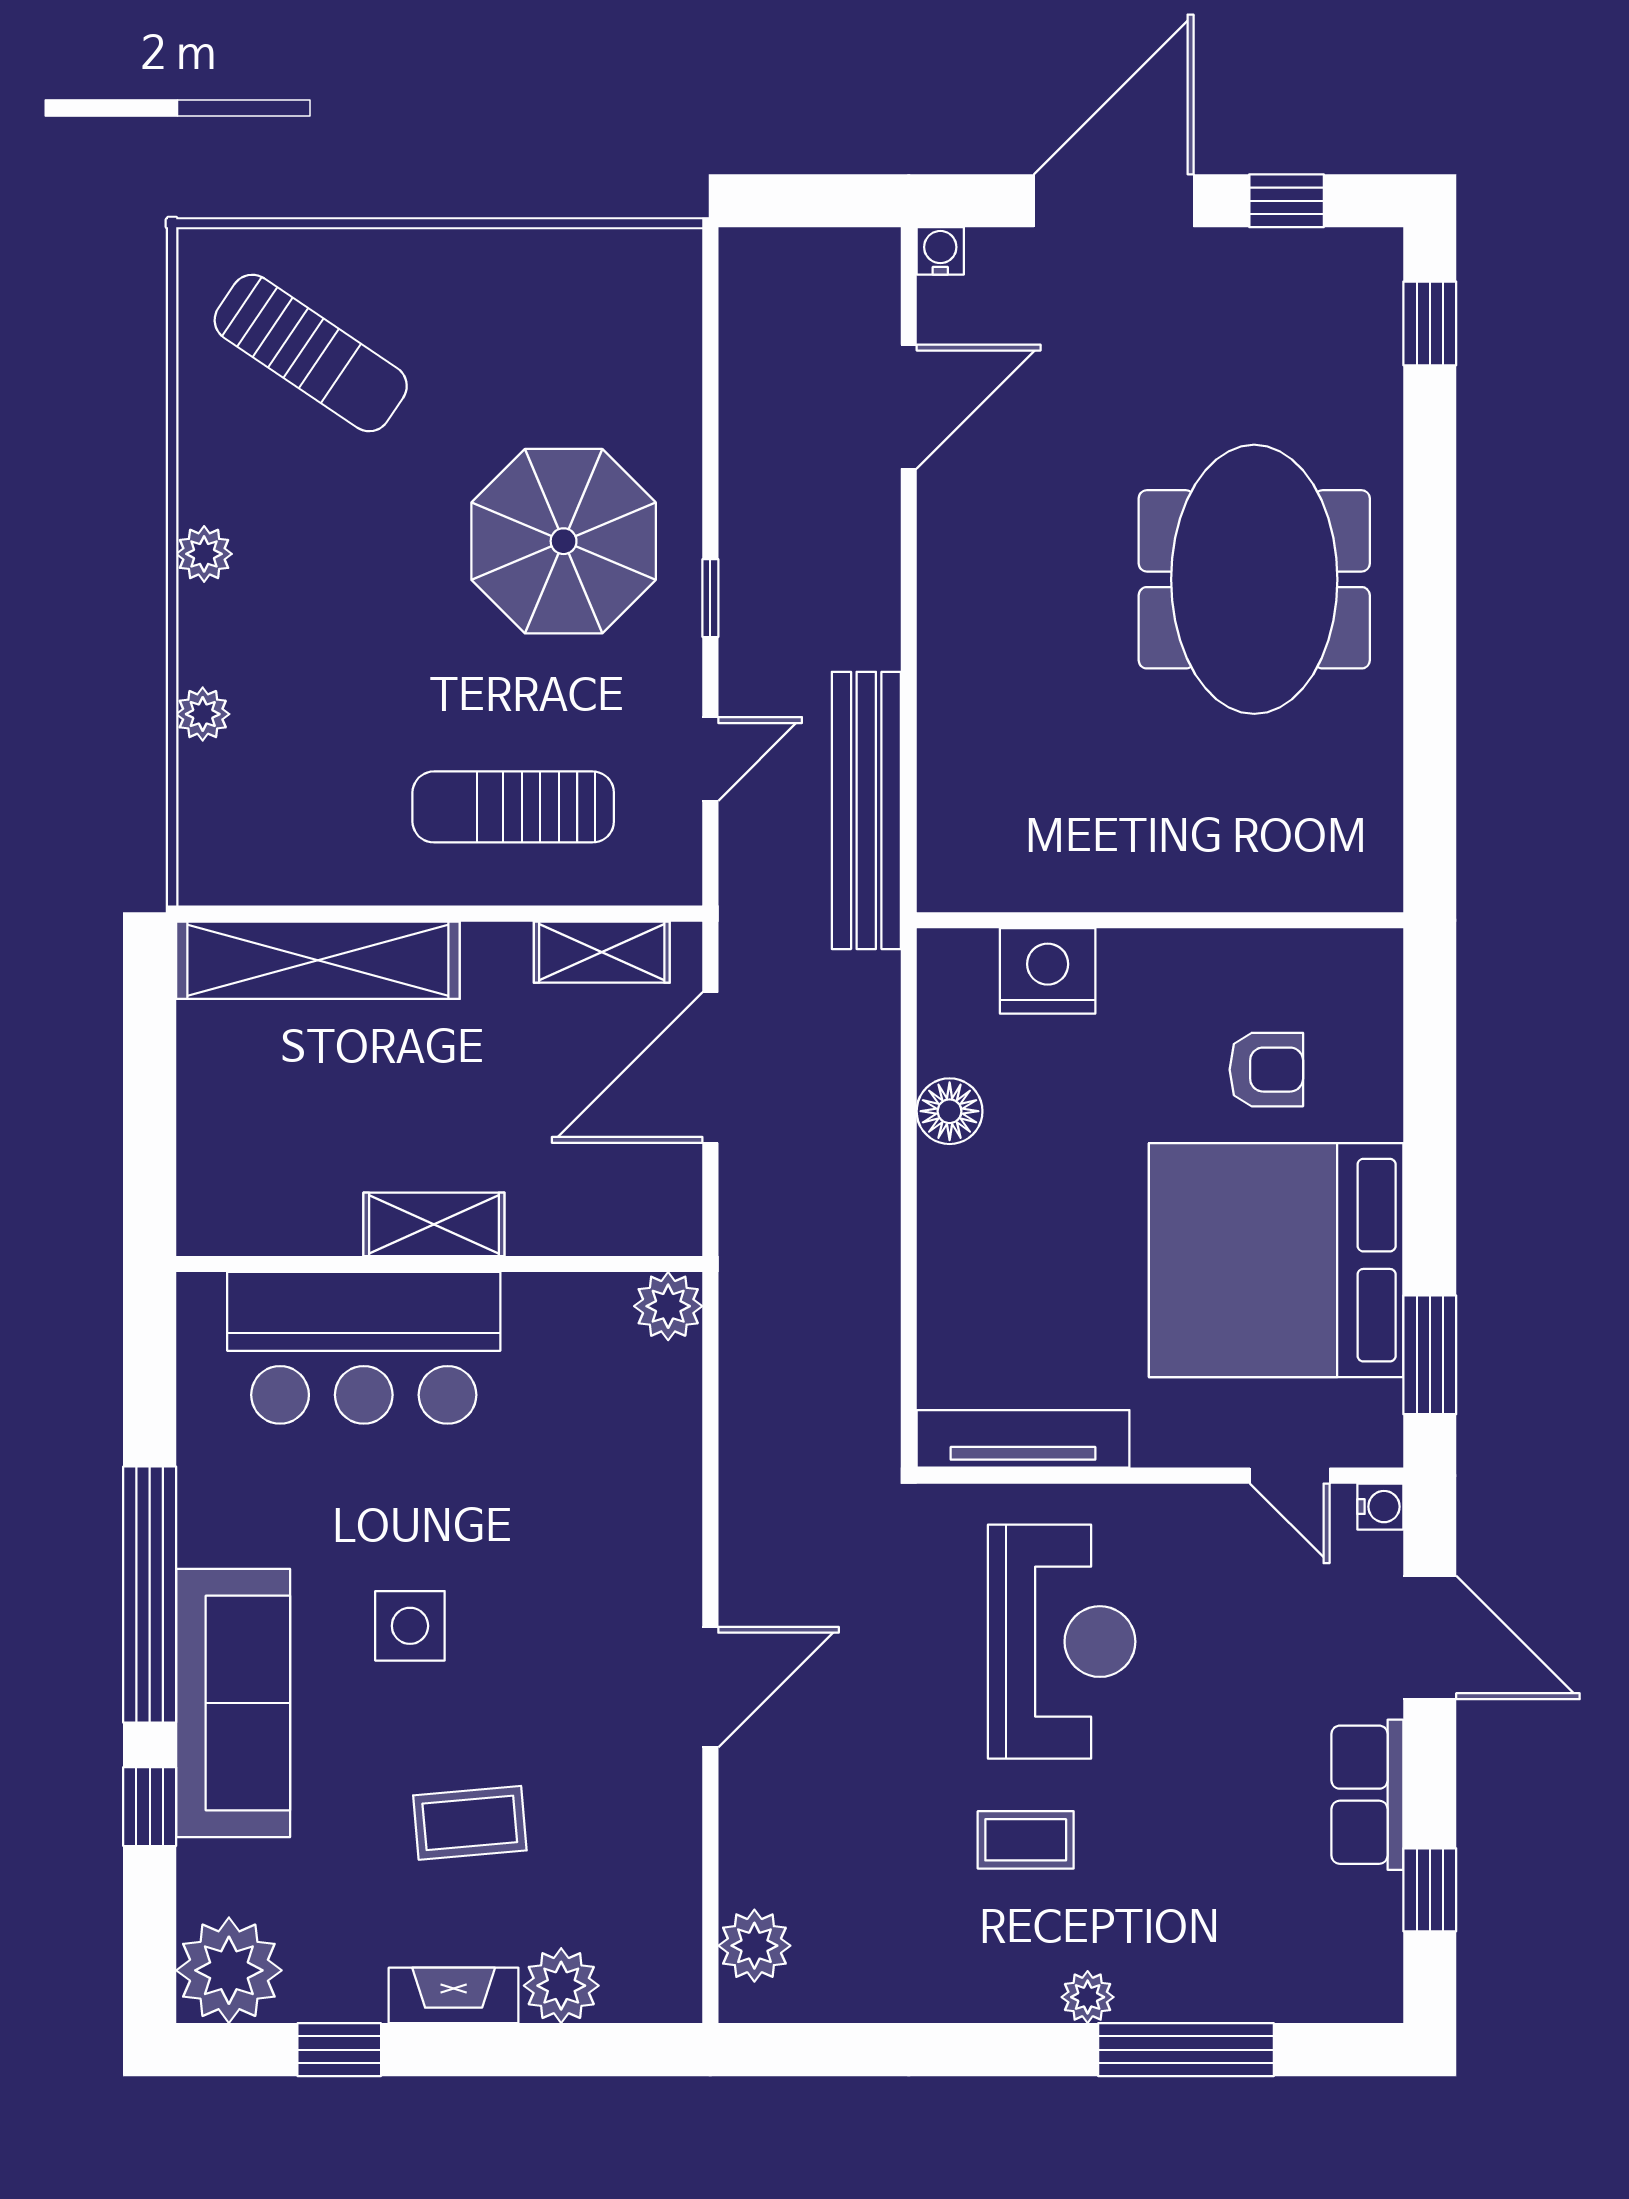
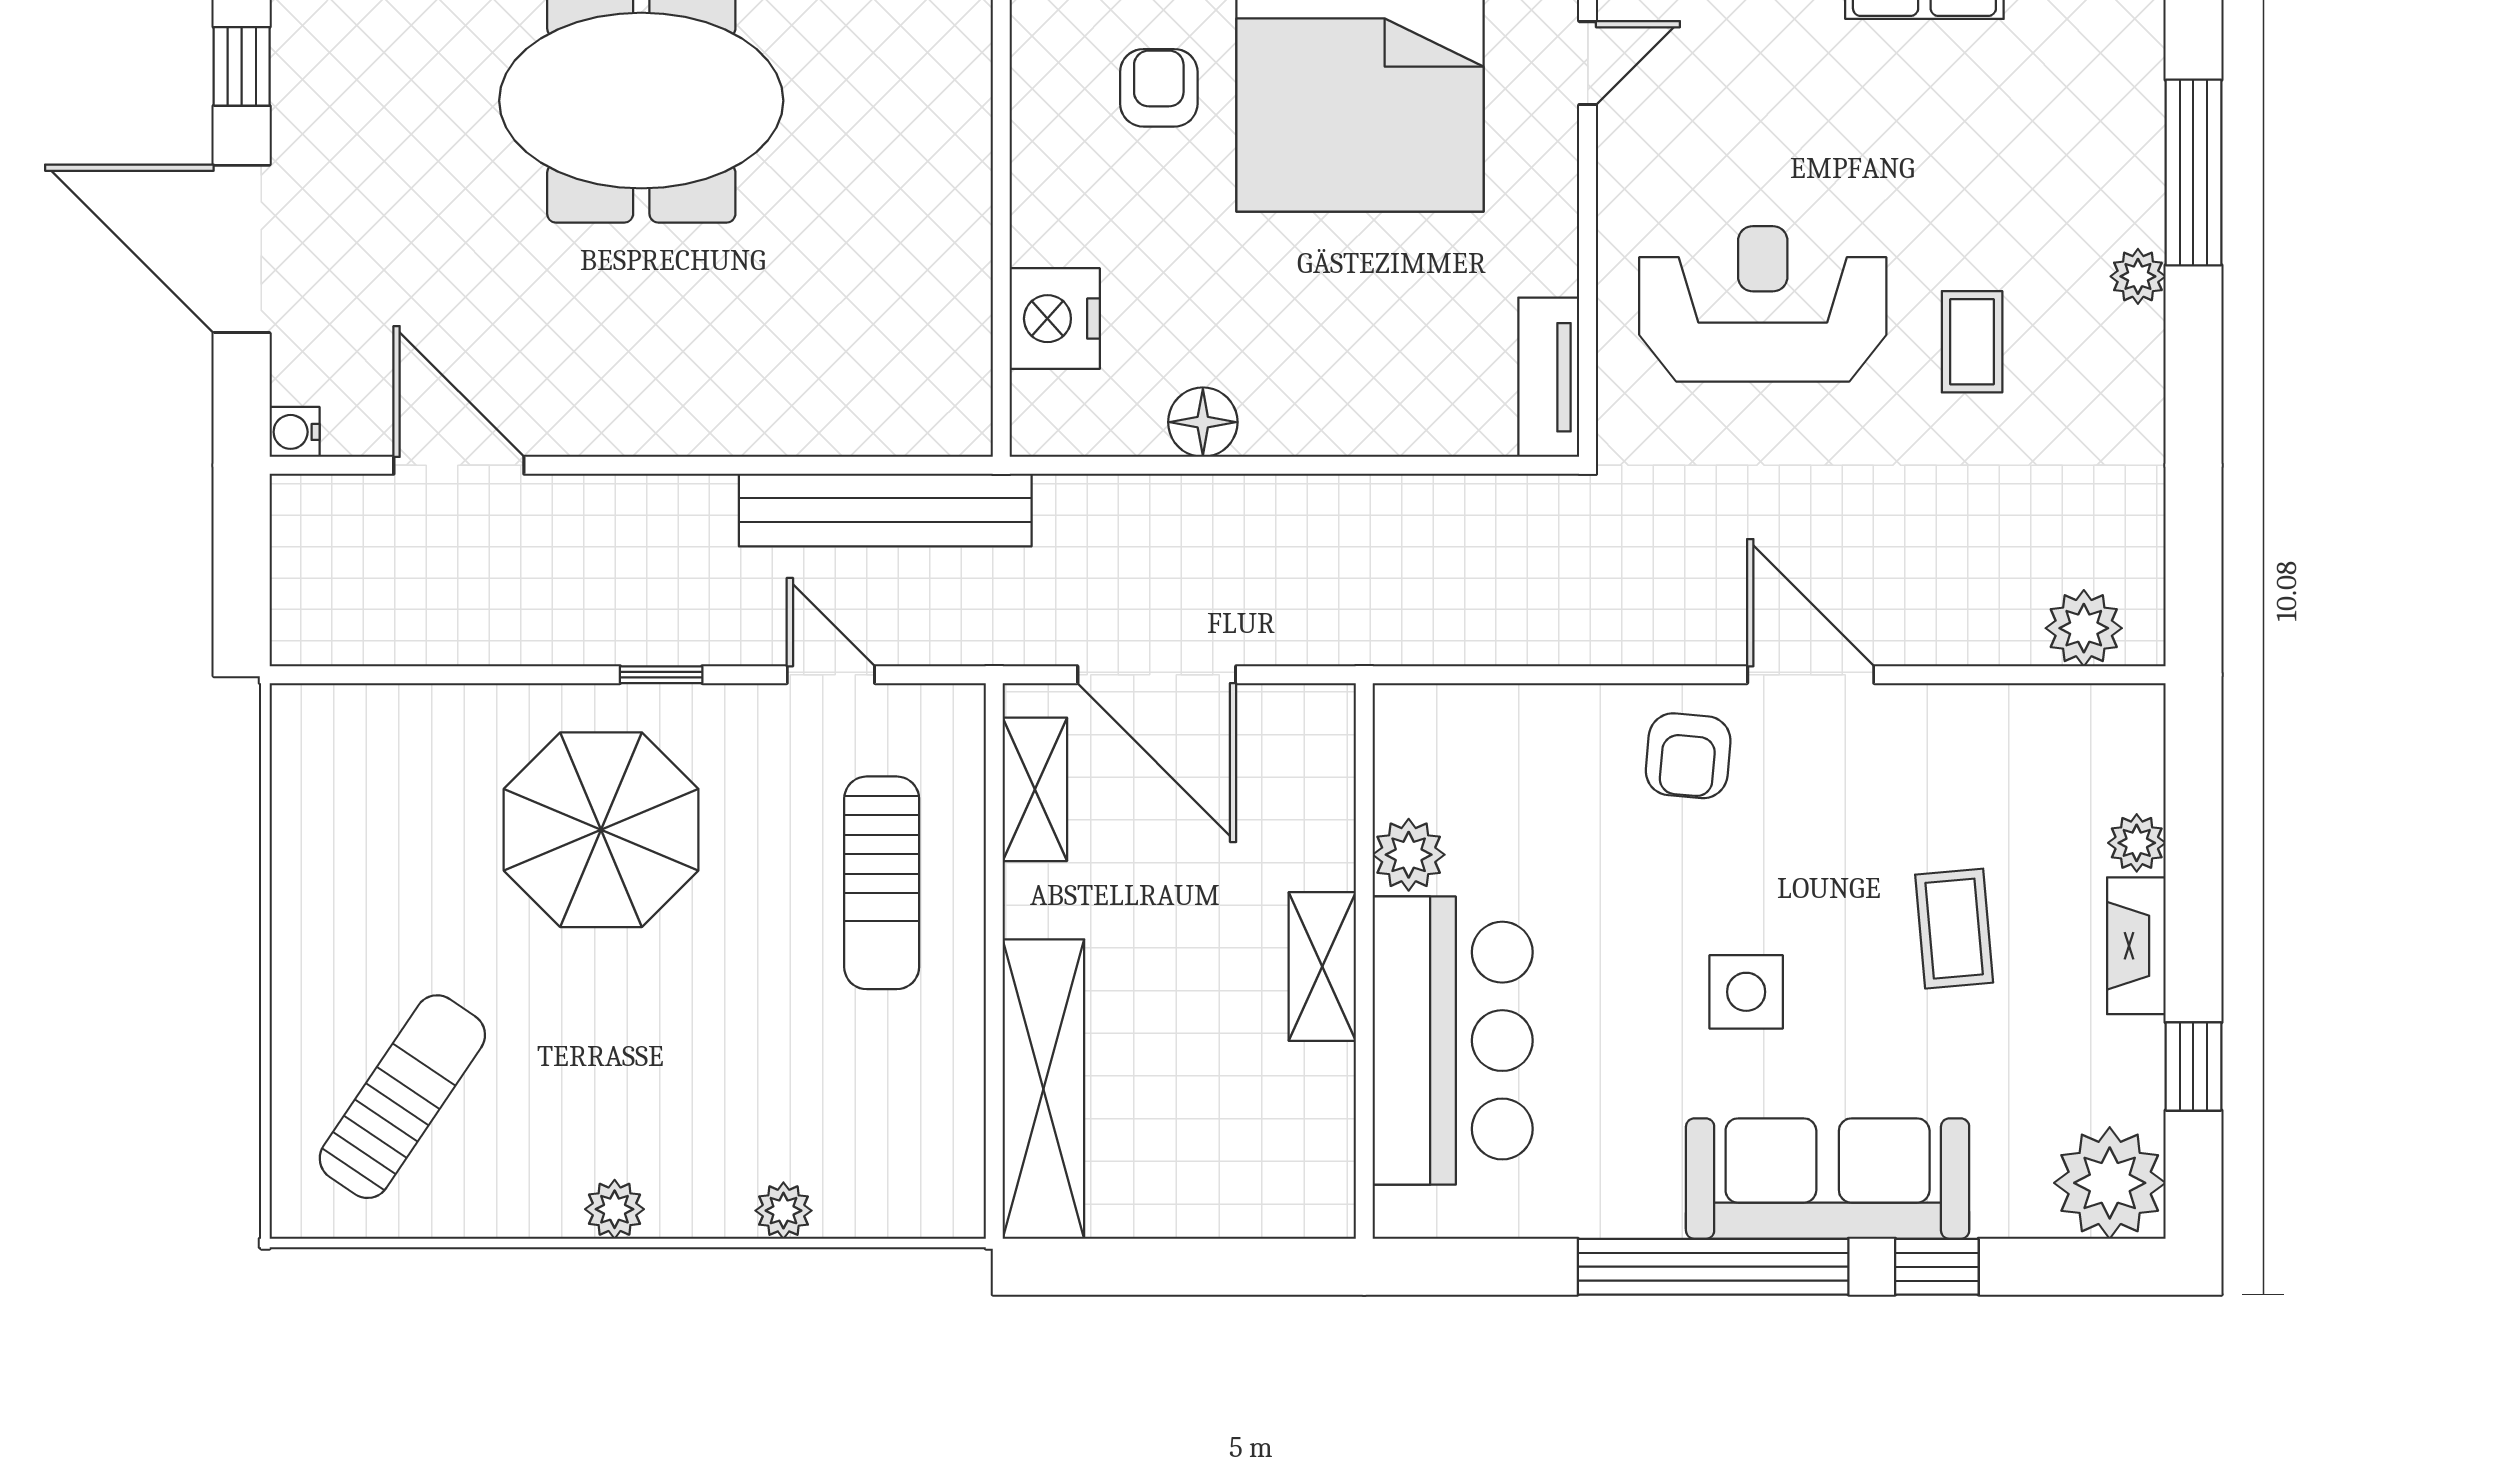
plant: (668, 1306) -> (1409, 855), moved
tv unit: (1023, 1439) -> (1549, 377), width x0.71
armchair: (634, 1571) -> (1688, 756), added
plant: (561, 1986) -> (2137, 843), width x0.73, depth x0.73

